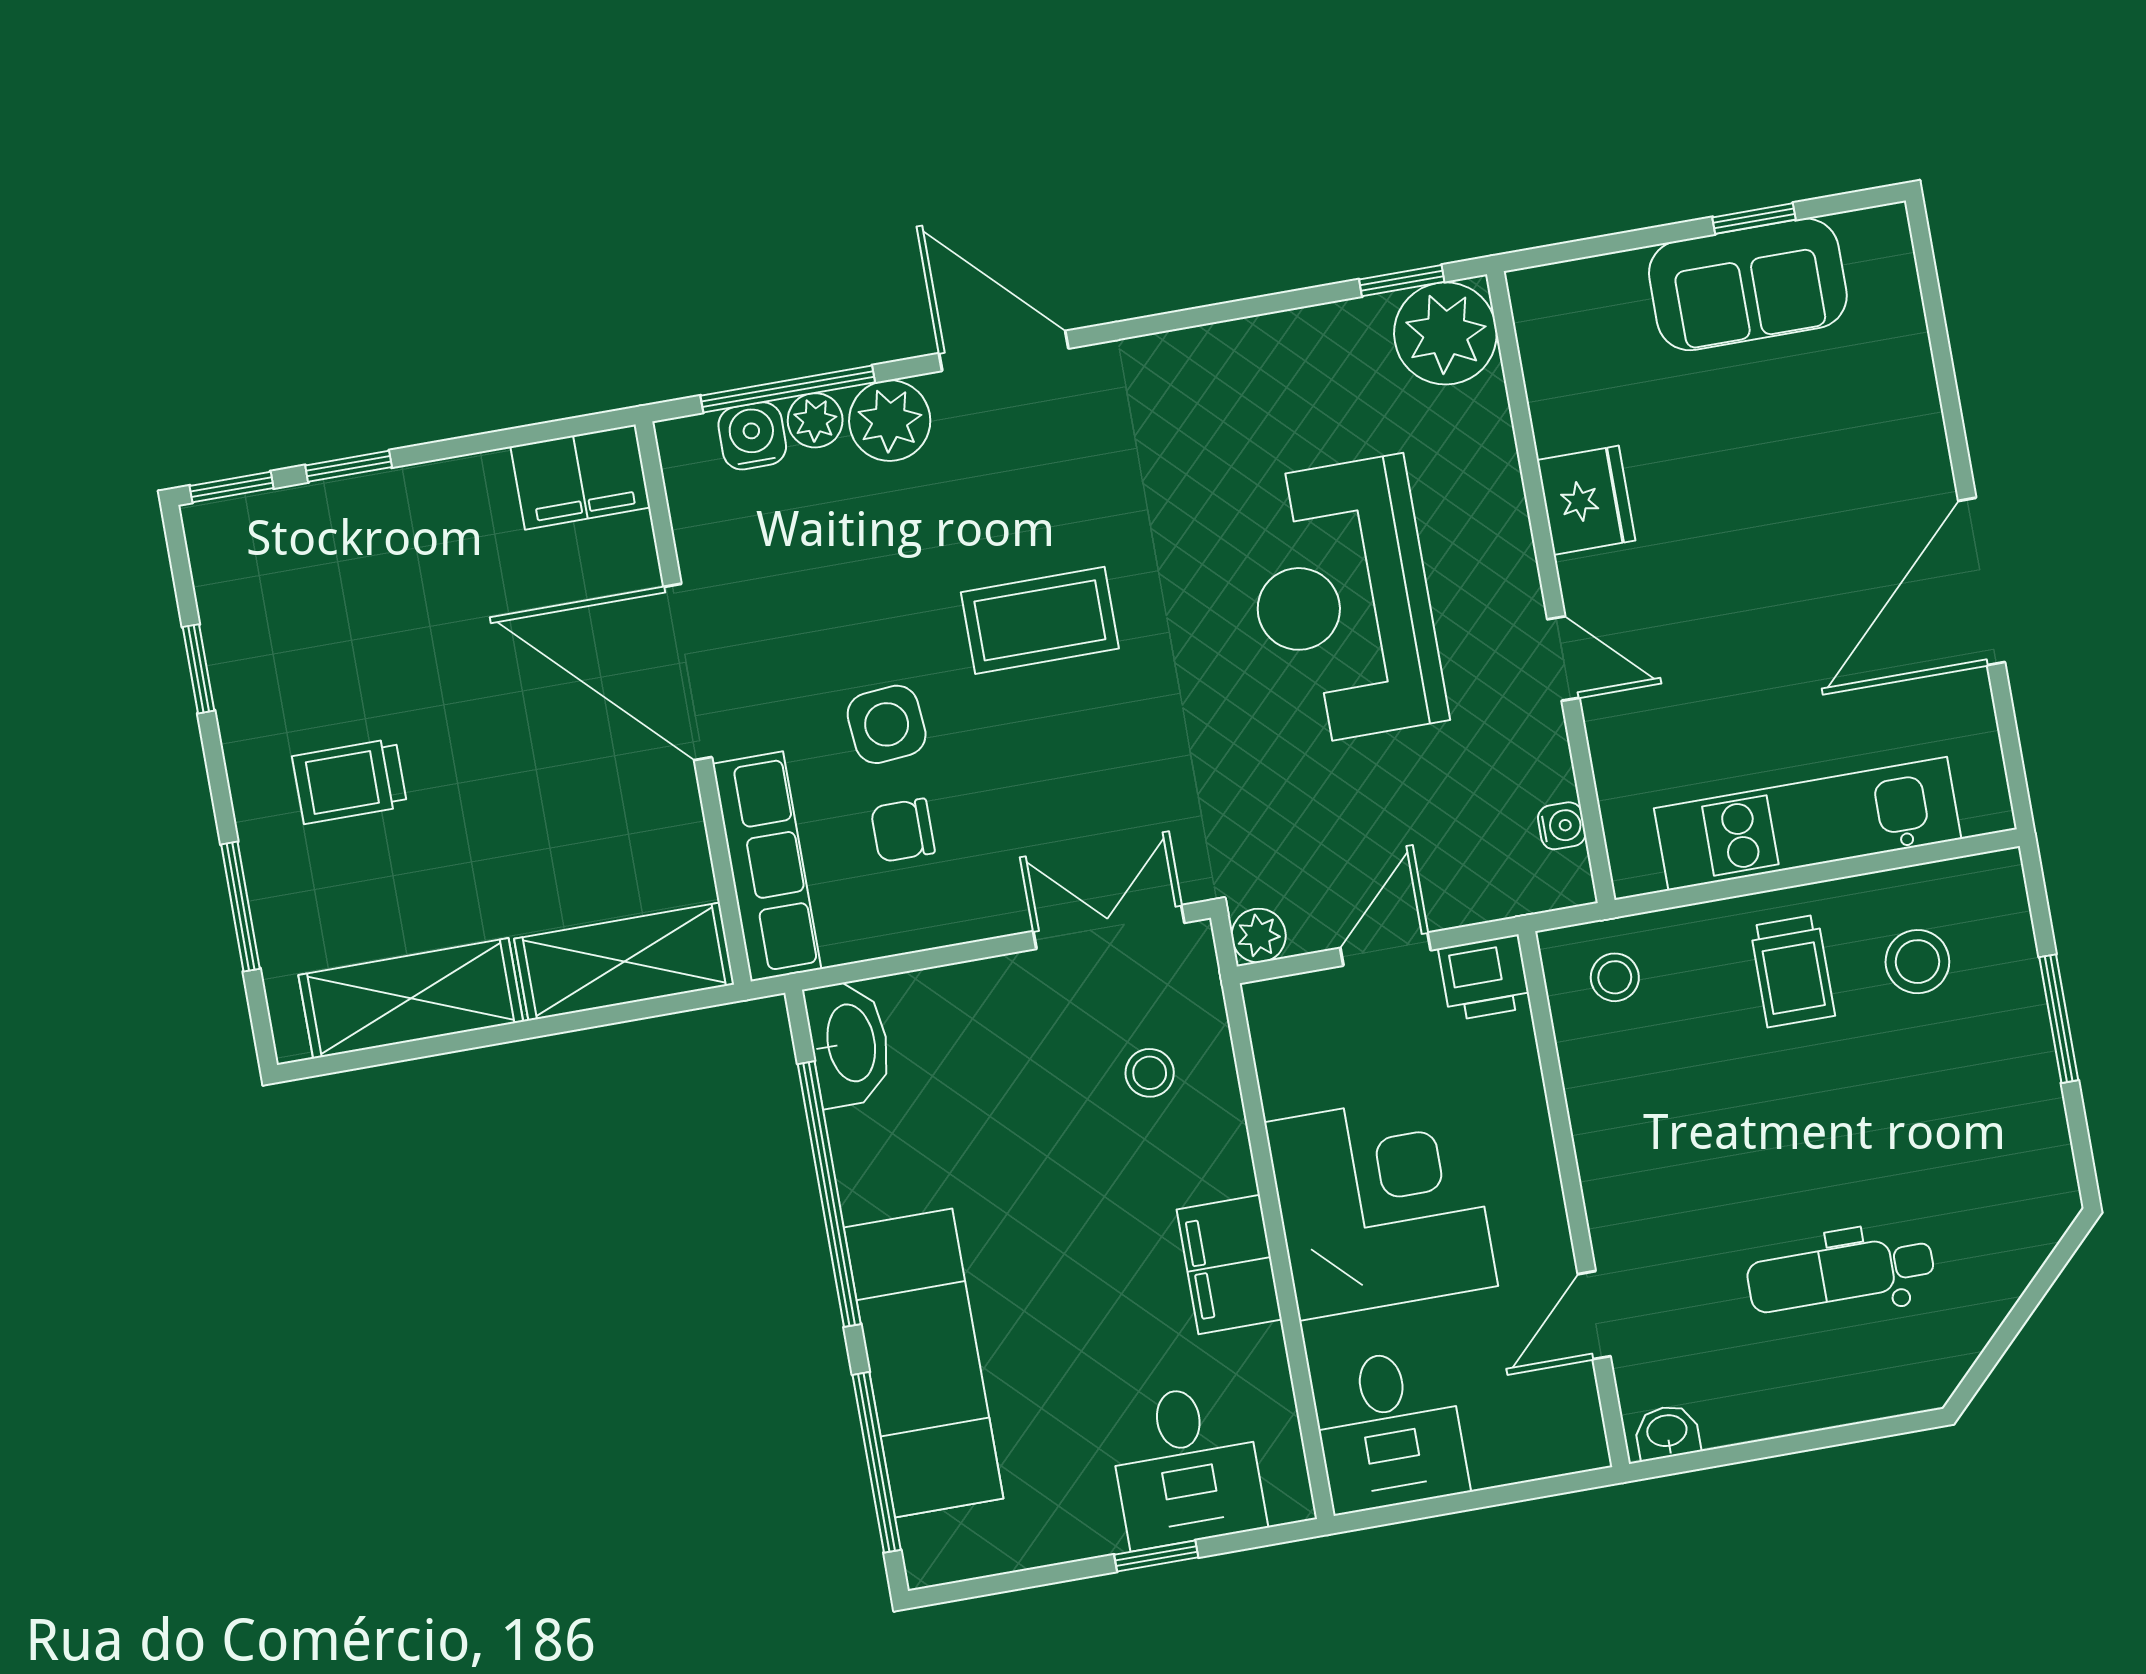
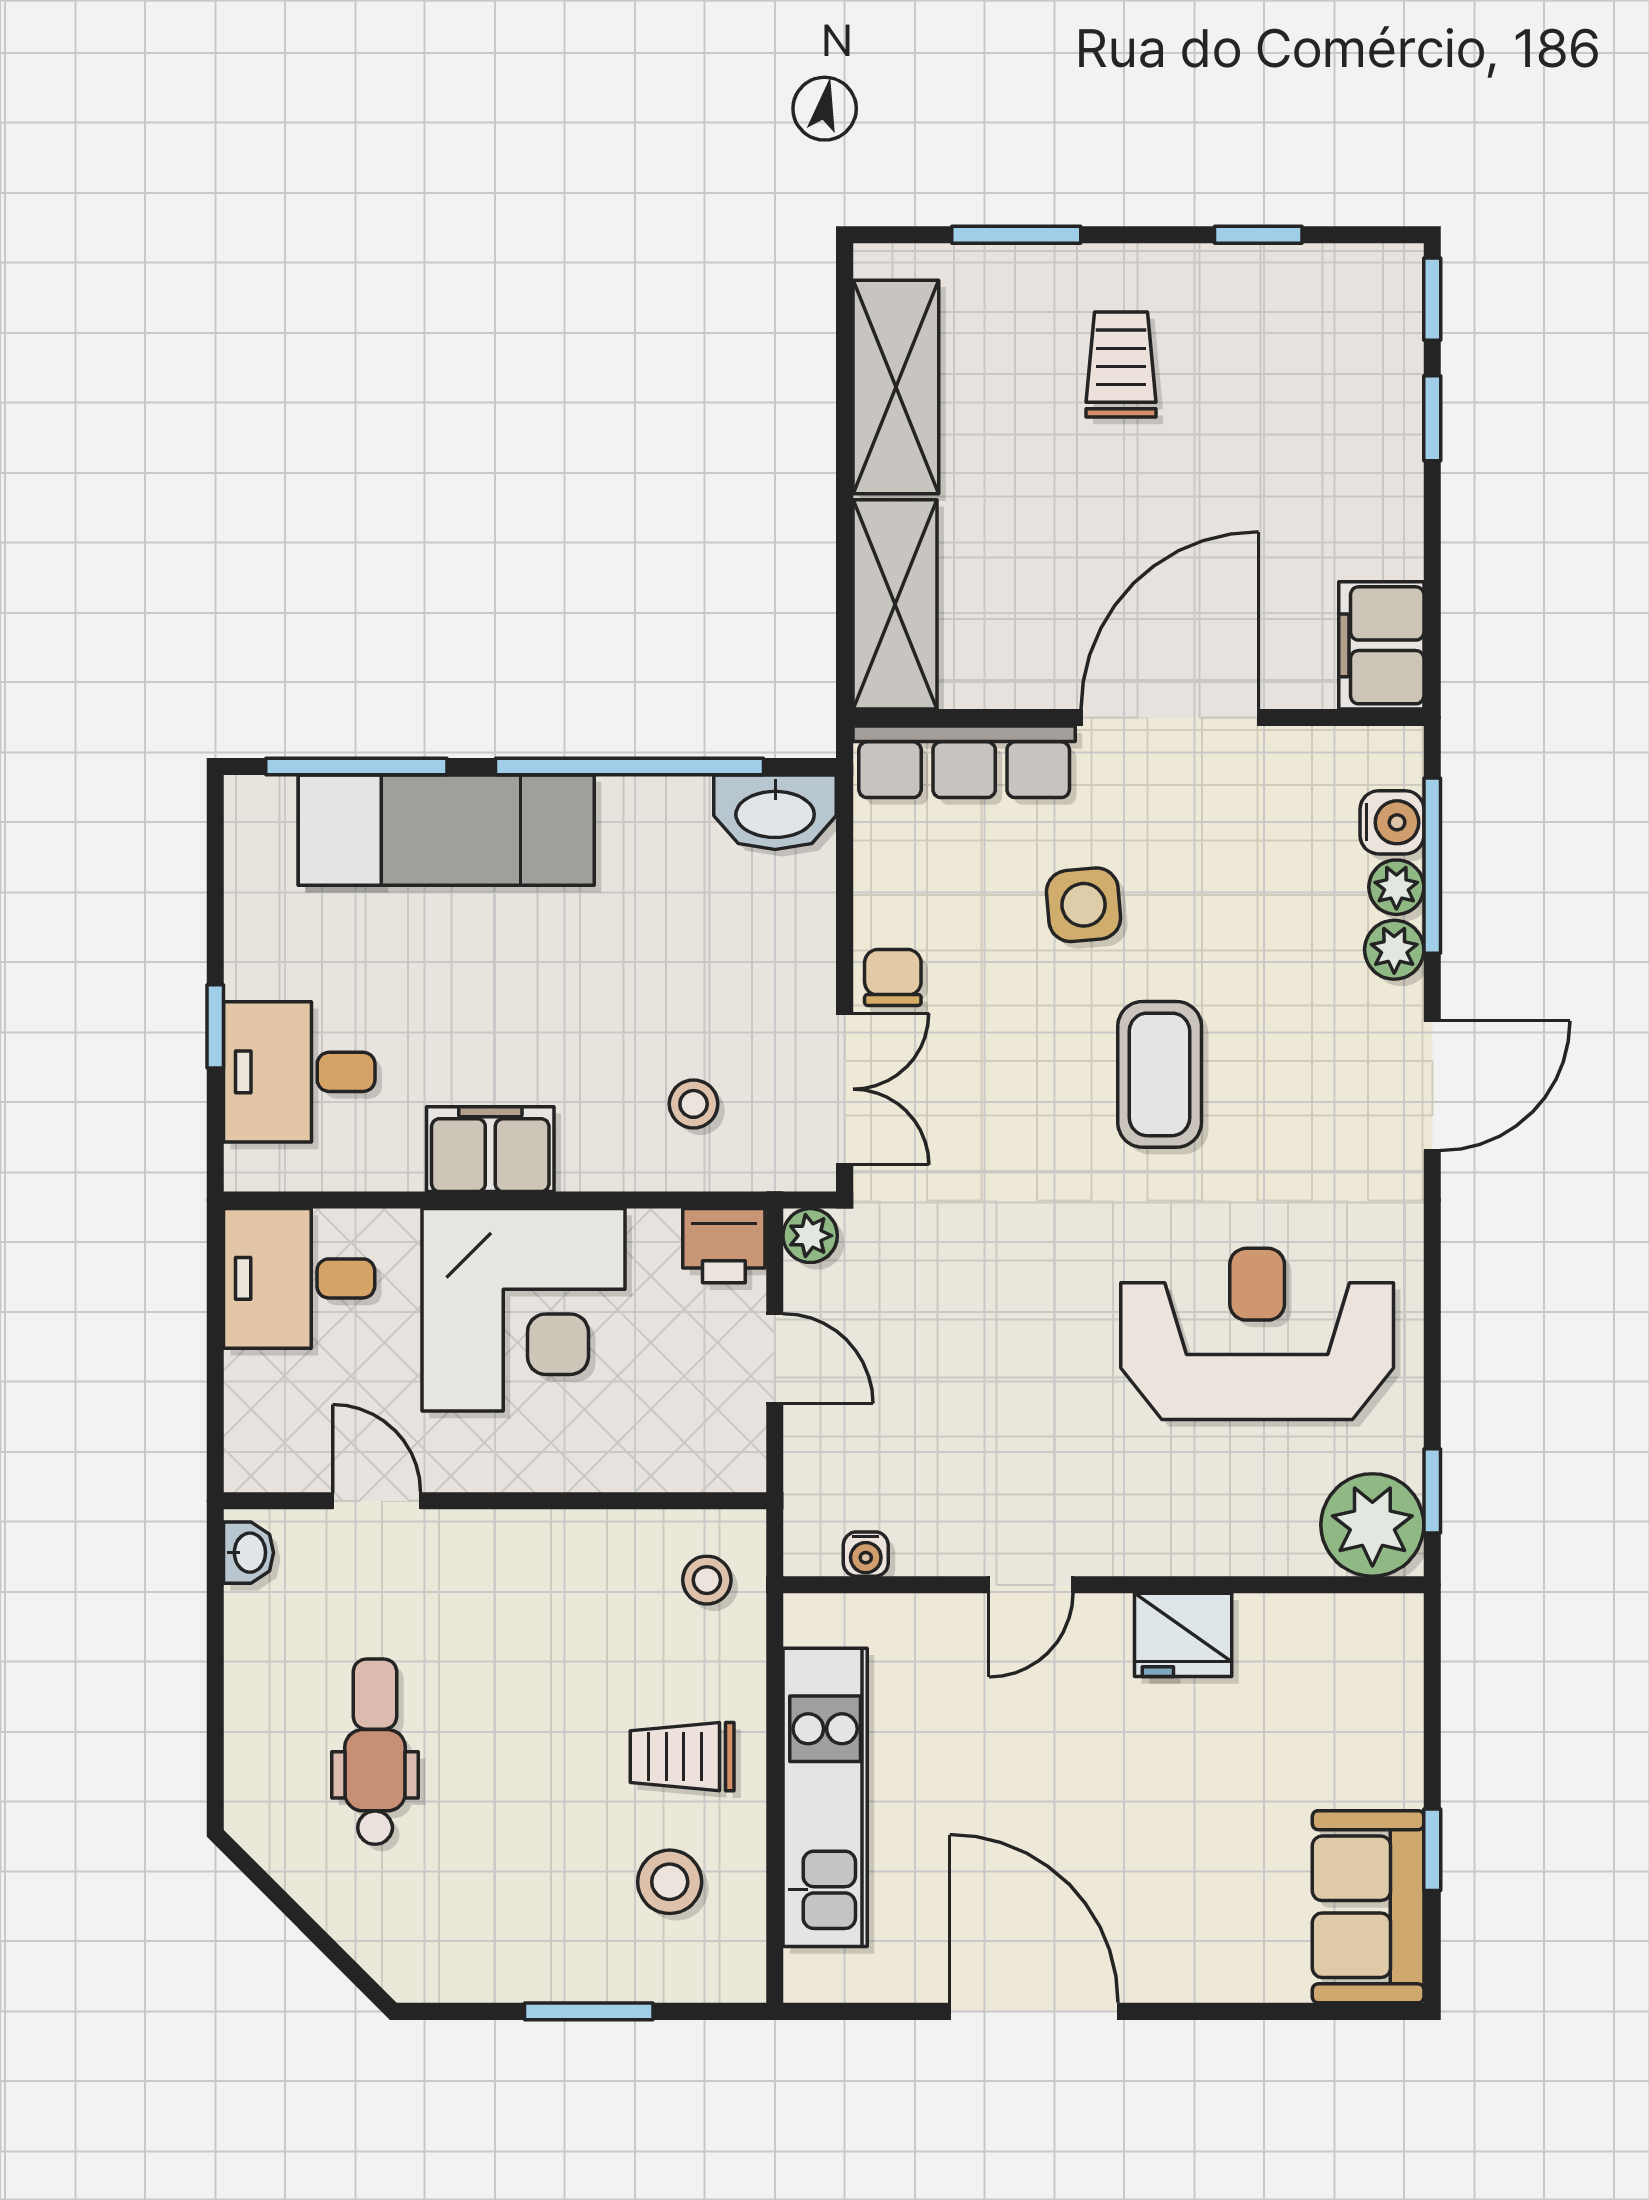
sofa: (1748, 284) -> (1368, 1907), moved
plant: (890, 421) -> (1394, 950), width x0.73, depth x0.73
reception desk: (1343, 601) -> (1257, 1334), moved
chair: (903, 830) -> (893, 977), moved
printer: (1485, 978) -> (724, 1246), moved, turned -90

